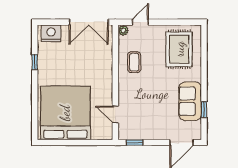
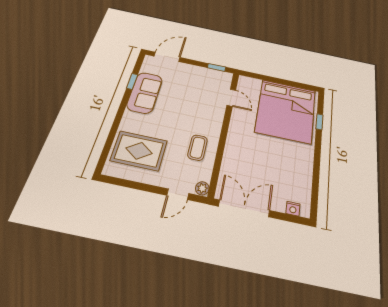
nightstand: (51, 33) -> (293, 209), width x0.53, depth x0.56
rug: (179, 49) -> (139, 151), turned 90
window: (35, 62) -> (319, 122), moved

